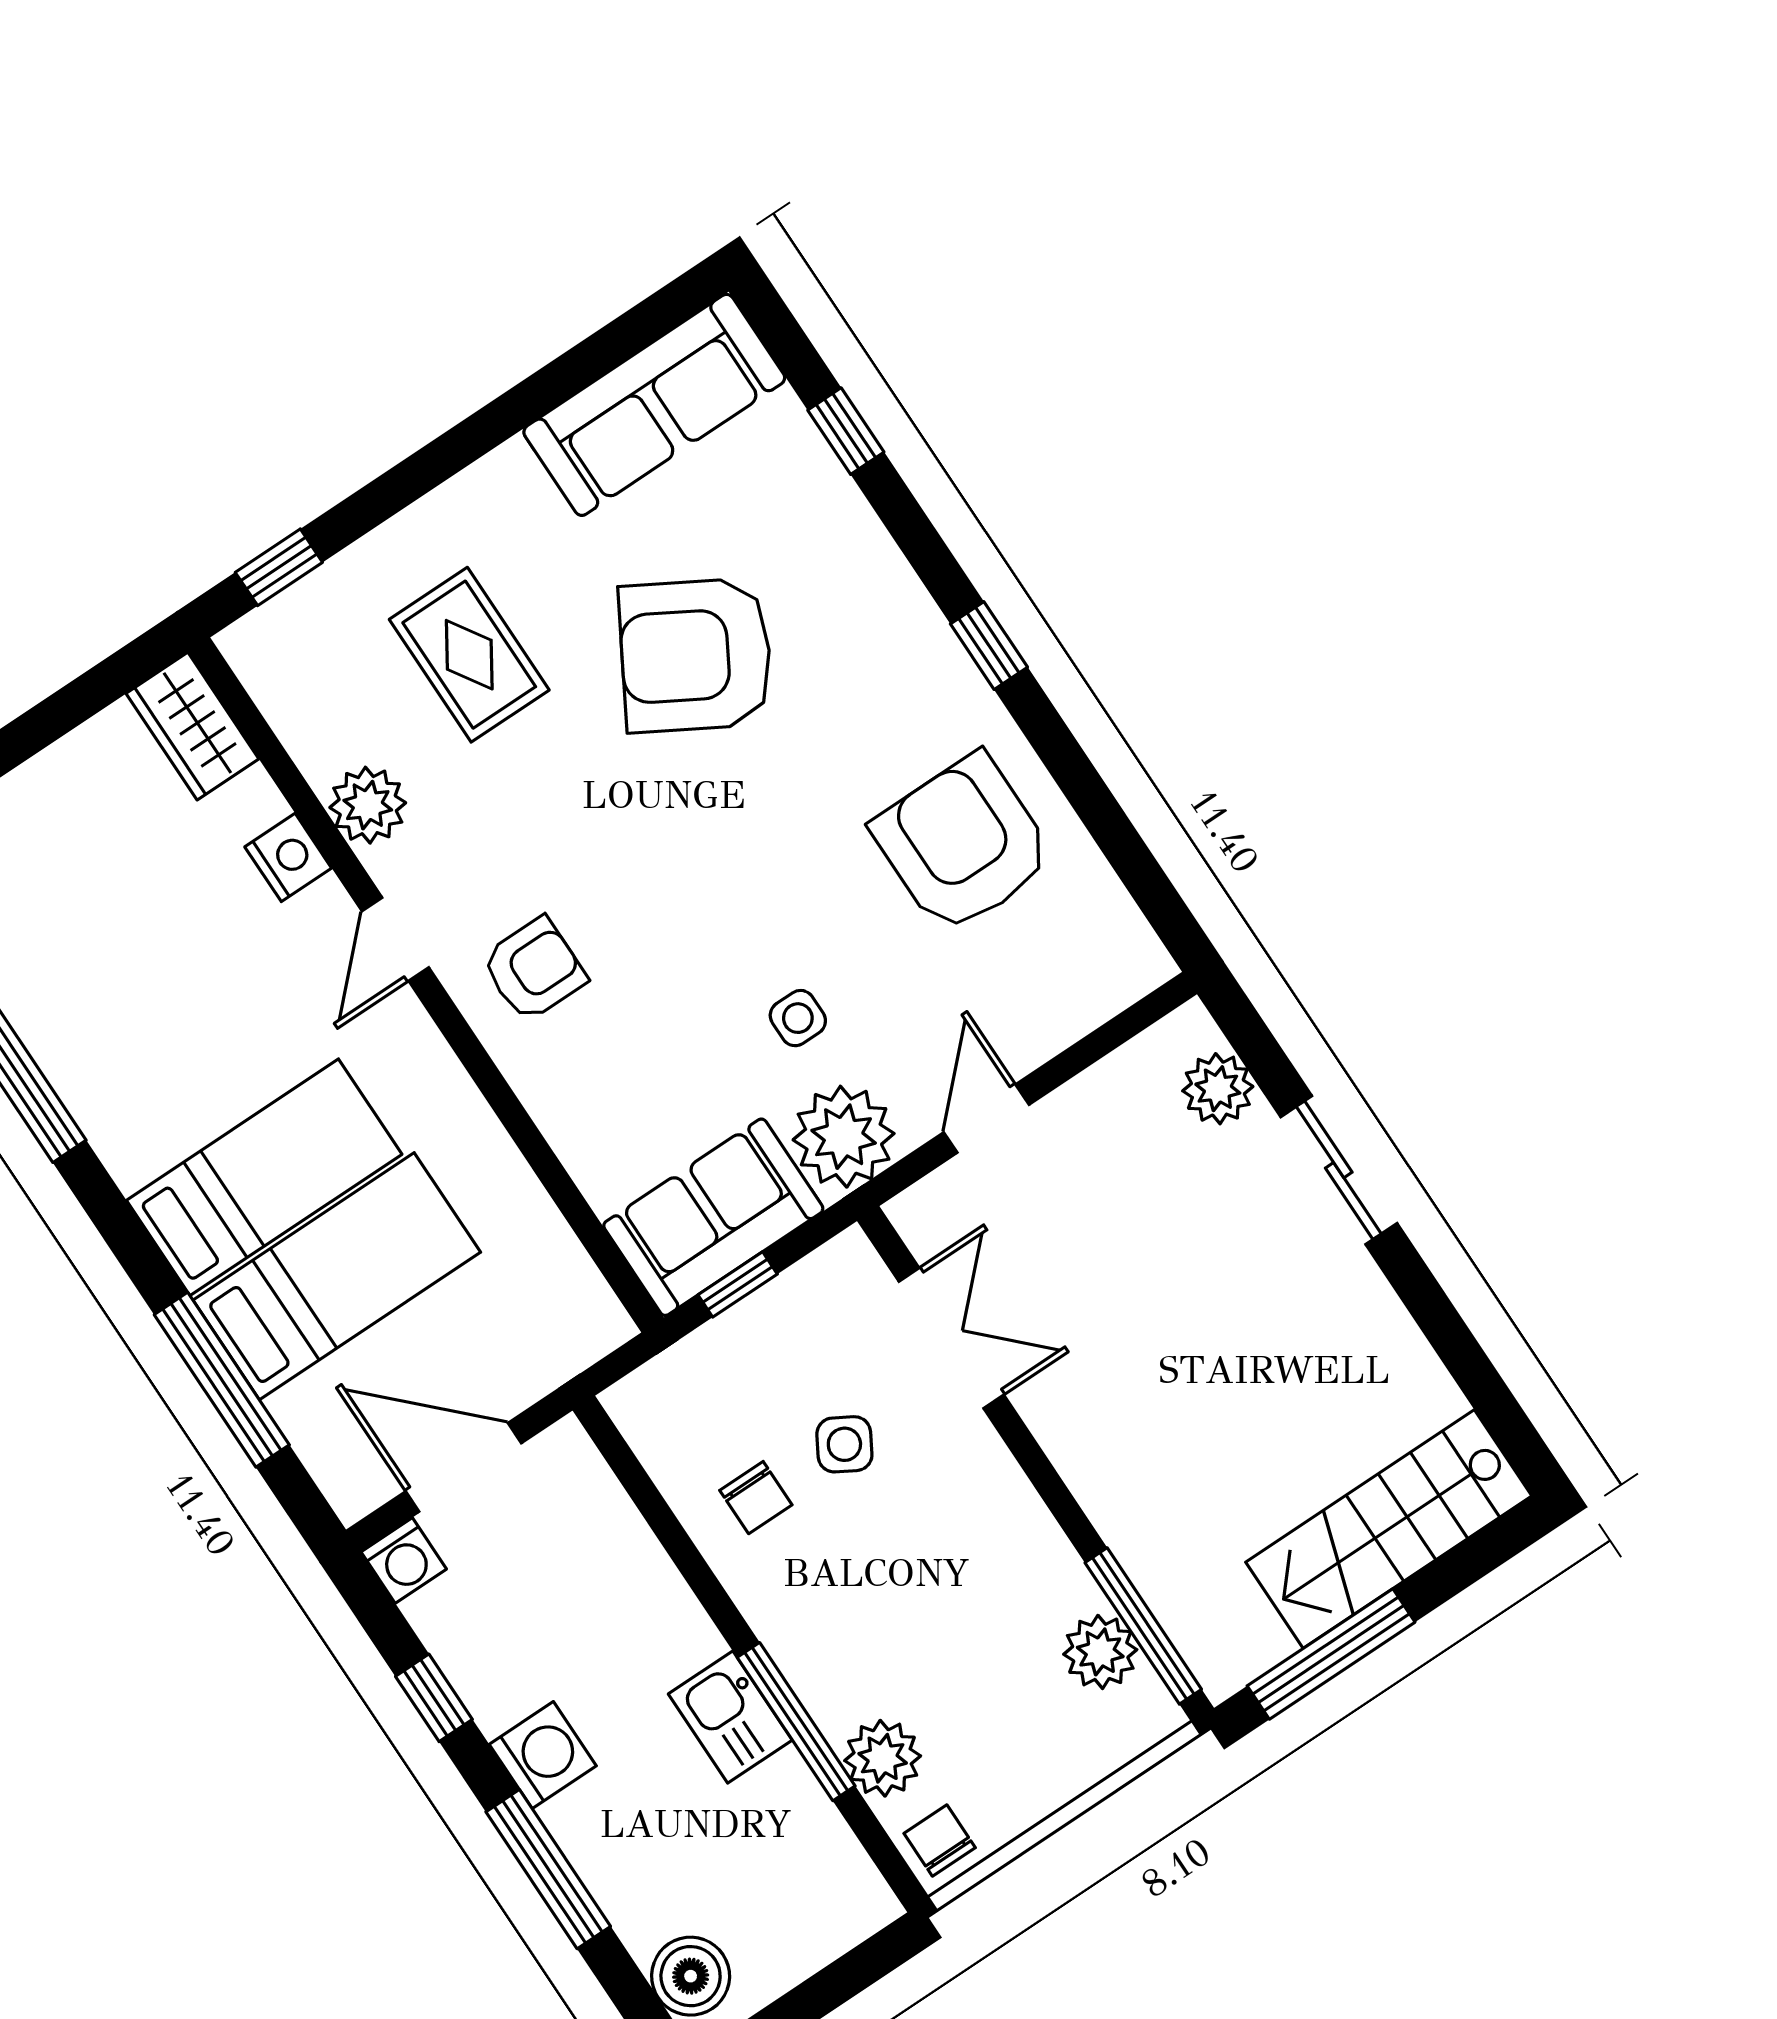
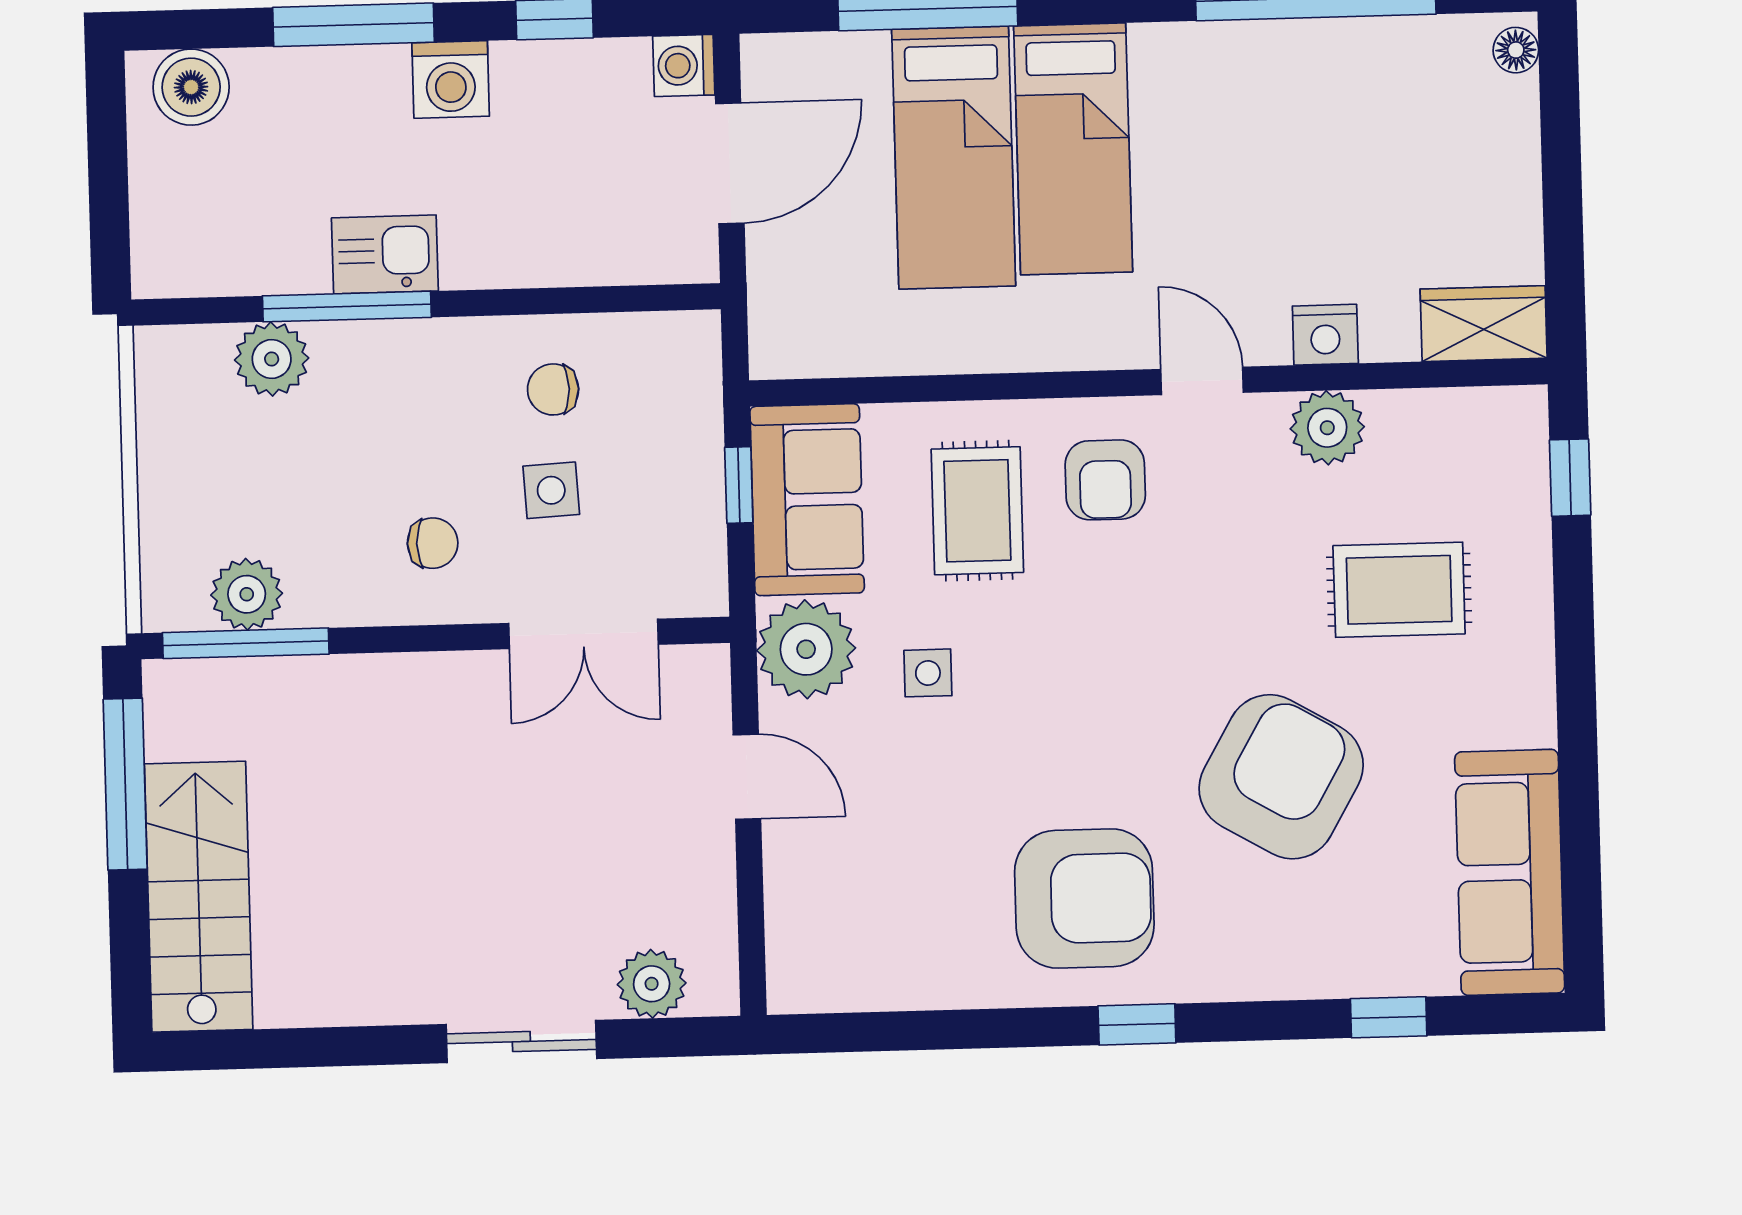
armchair: (963, 844) -> (1084, 898), moved
rug: (630, 1063) -> (977, 511), added
side table: (844, 1444) -> (551, 490), turned -33
chair: (940, 1841) -> (433, 543), moved

